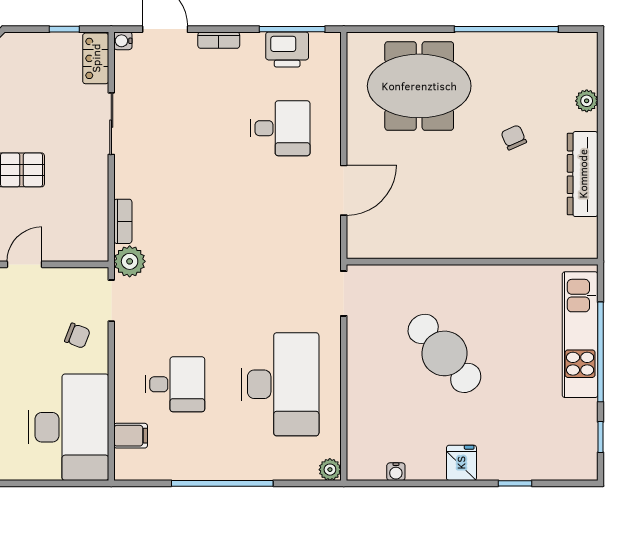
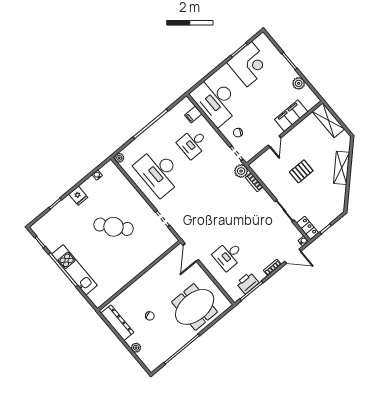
wall: (472, 262) -> (139, 276), moved

